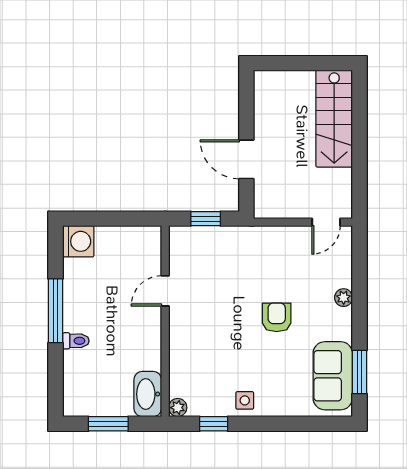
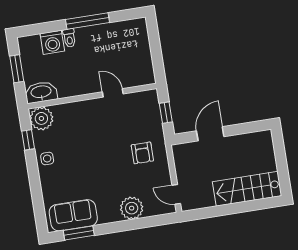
washing machine: (78, 241) -> (52, 42), moved
plant: (344, 298) -> (132, 208), width x1.88, depth x1.88
armchair: (277, 317) -> (142, 153), moved, turned 90
plant: (178, 408) -> (41, 118), width x1.88, depth x1.88

